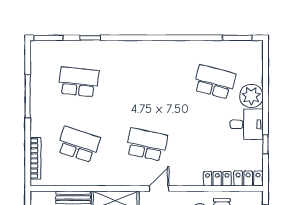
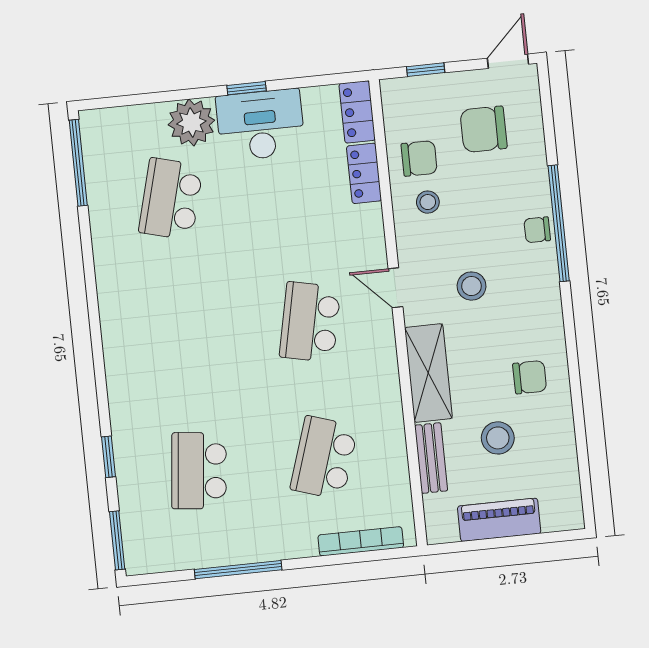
window: (237, 38) -> (78, 163), width x1.44
desk: (247, 124) -> (260, 125), width x1.37
window: (265, 144) -> (246, 88), moved

